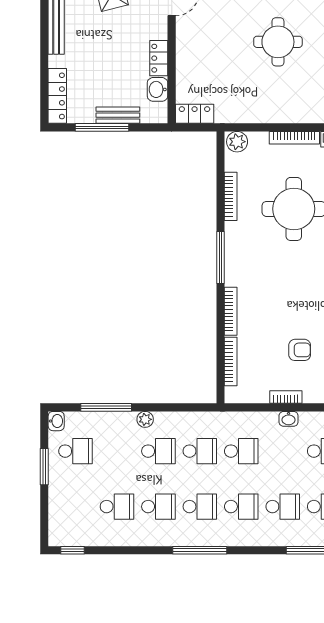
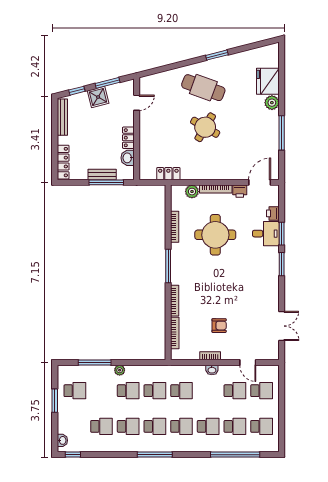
round table: (278, 42) -> (205, 127), turned 30
locker: (195, 114) -> (168, 174), moved
window: (102, 127) -> (106, 182), moved
plant: (237, 142) -> (192, 192), moved
washbasin: (56, 421) -> (62, 440), moved

